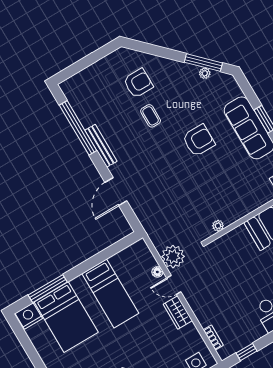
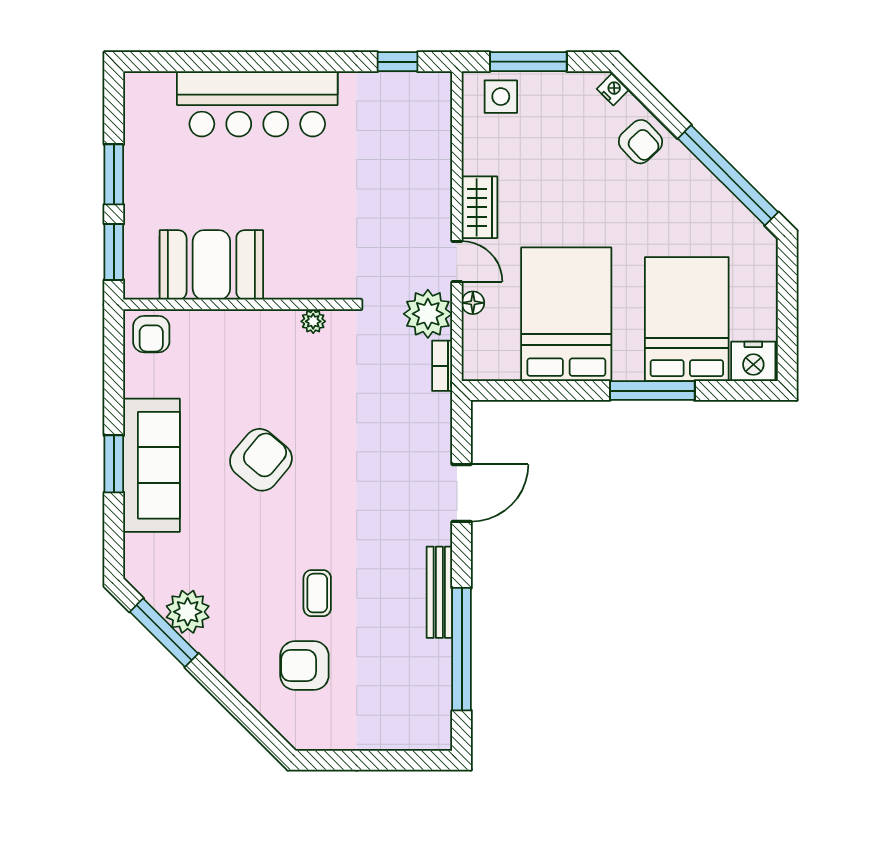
plant: (205, 73) -> (188, 612), width x1.88, depth x1.88
armchair: (199, 140) -> (261, 460), moved, turned 130
window: (48, 289) -> (652, 391), moved
bed: (110, 293) -> (566, 314), width x1.50
bookcase: (213, 338) -> (442, 366), moved

